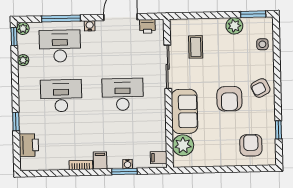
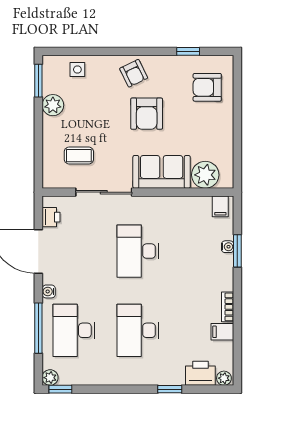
plant: (23, 60) -> (224, 378), moved
armchair: (229, 99) -> (147, 114), turned 90
filing cabinet: (100, 160) -> (222, 332), moved

